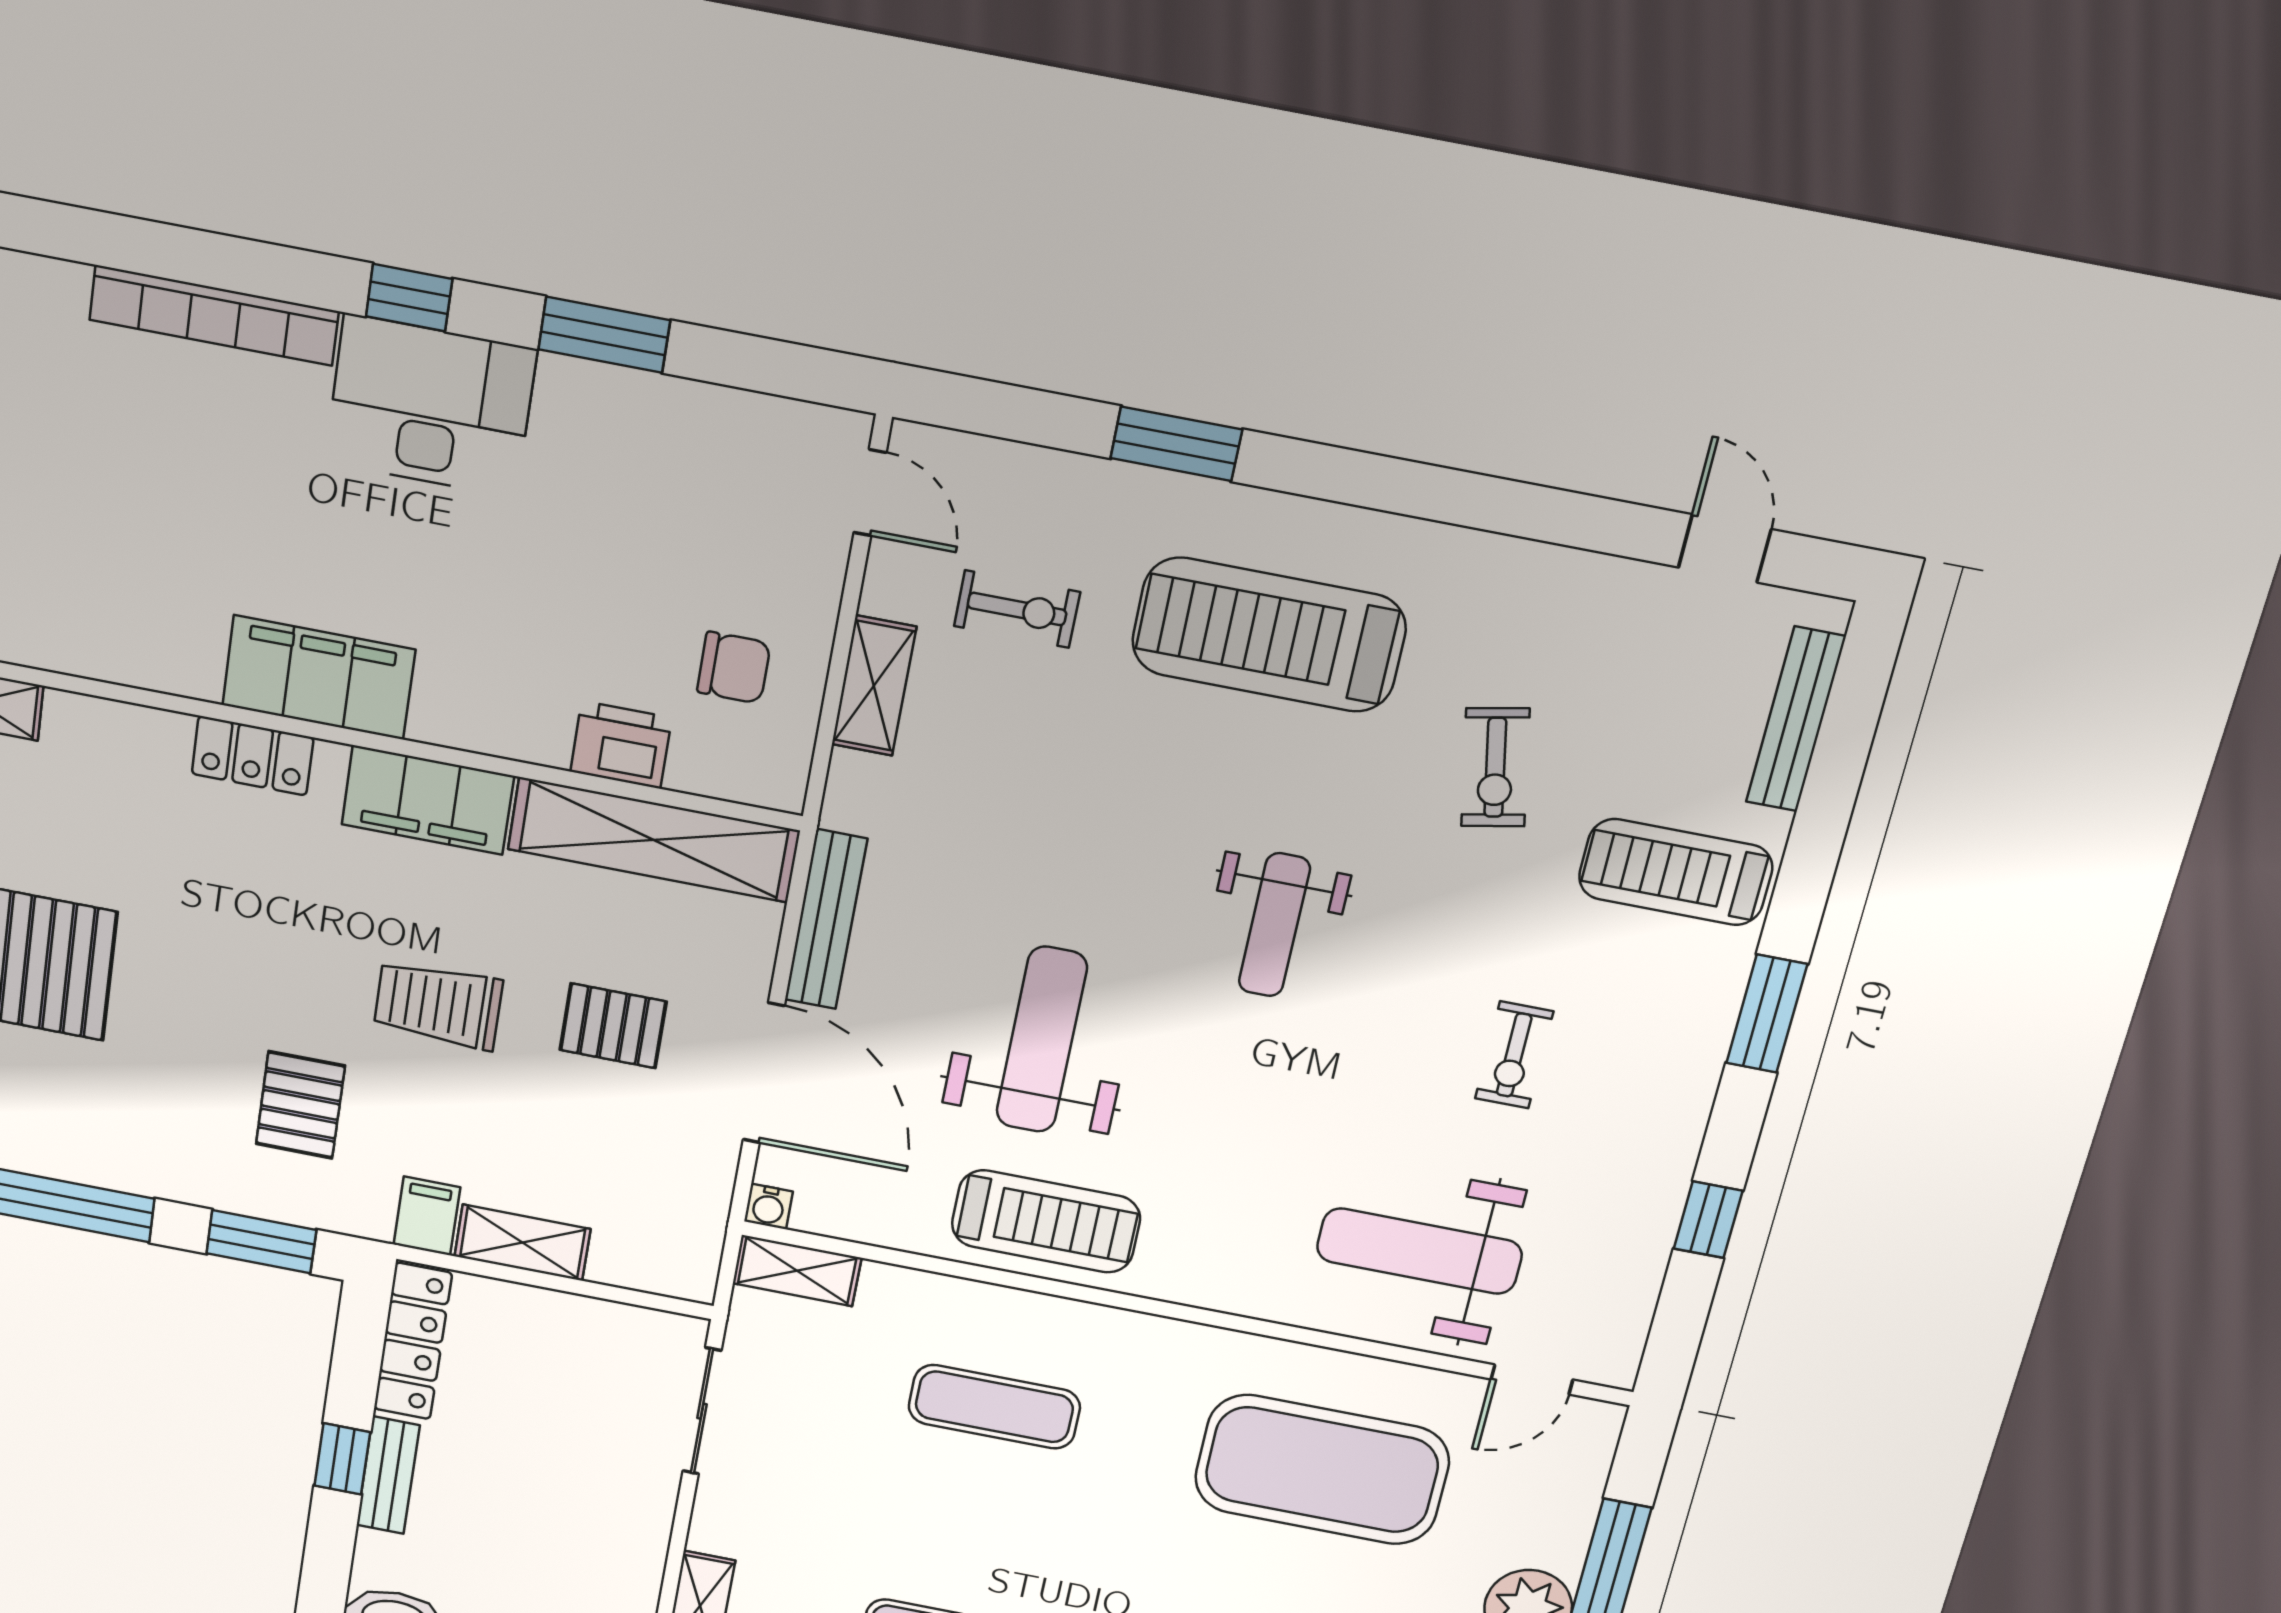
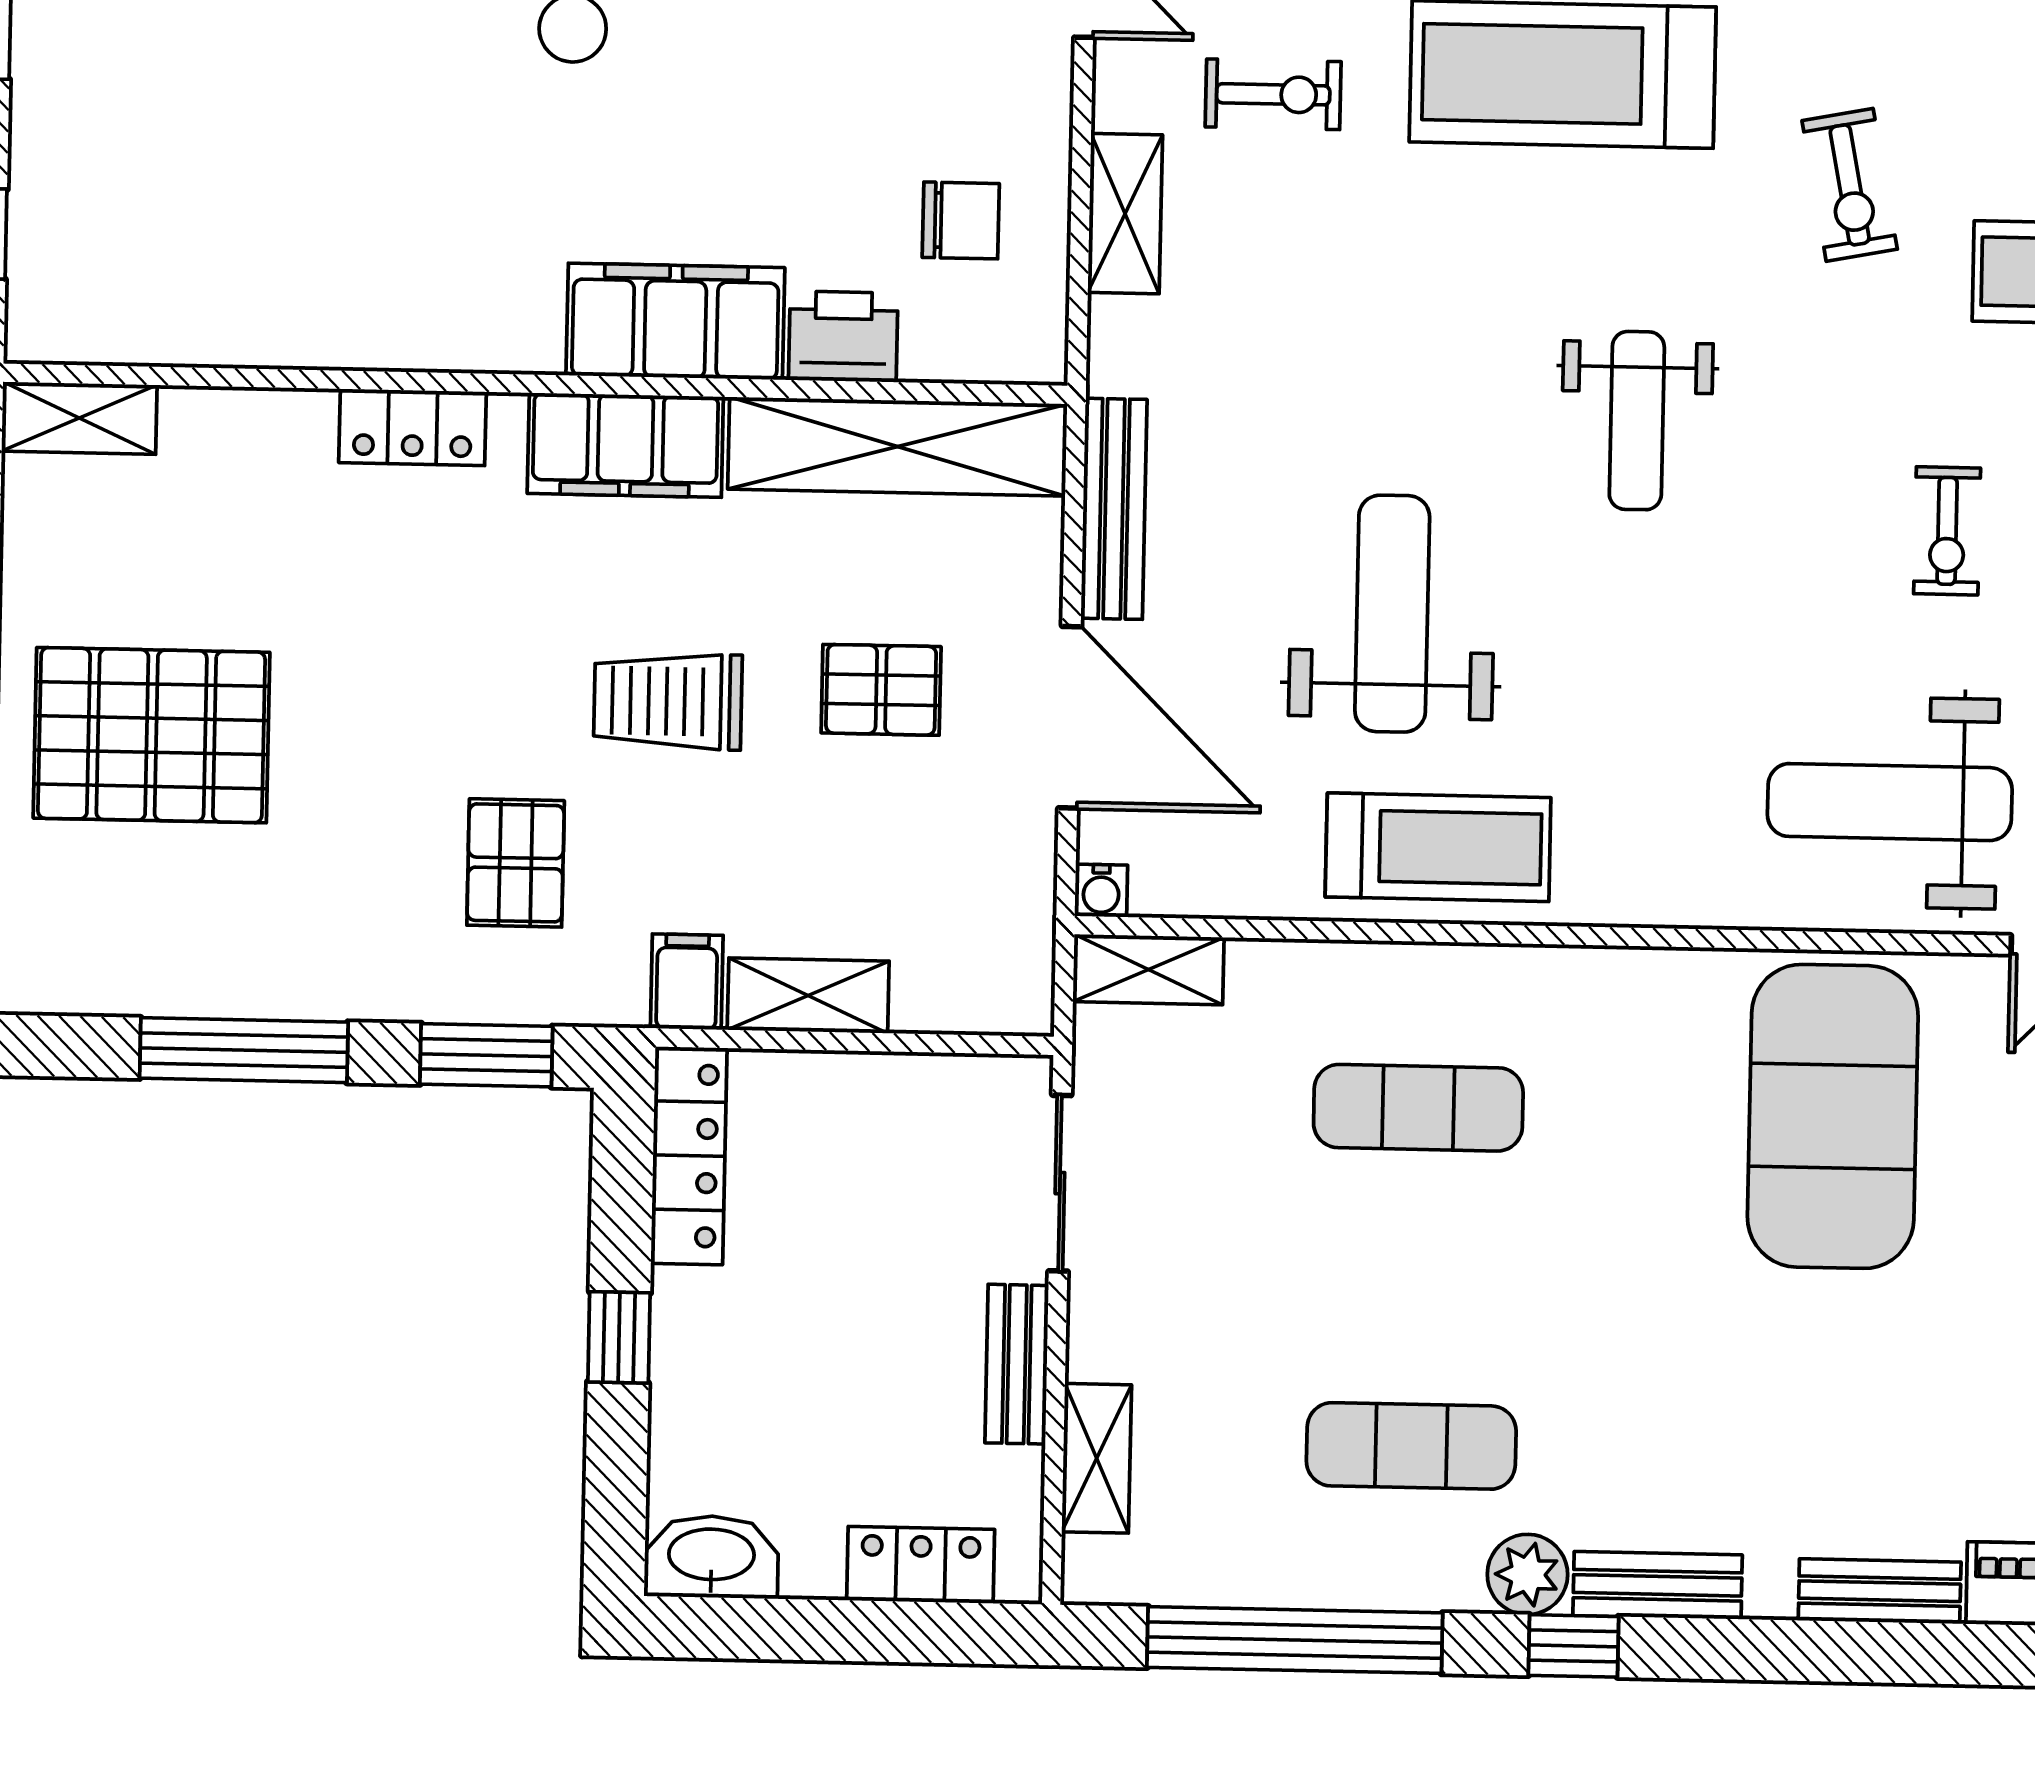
filing cabinet: (319, 677) -> (675, 321), moved
exercise mat: (1322, 1470) -> (1833, 1116), turned 90
bench: (388, 1475) -> (1017, 1364), moved

